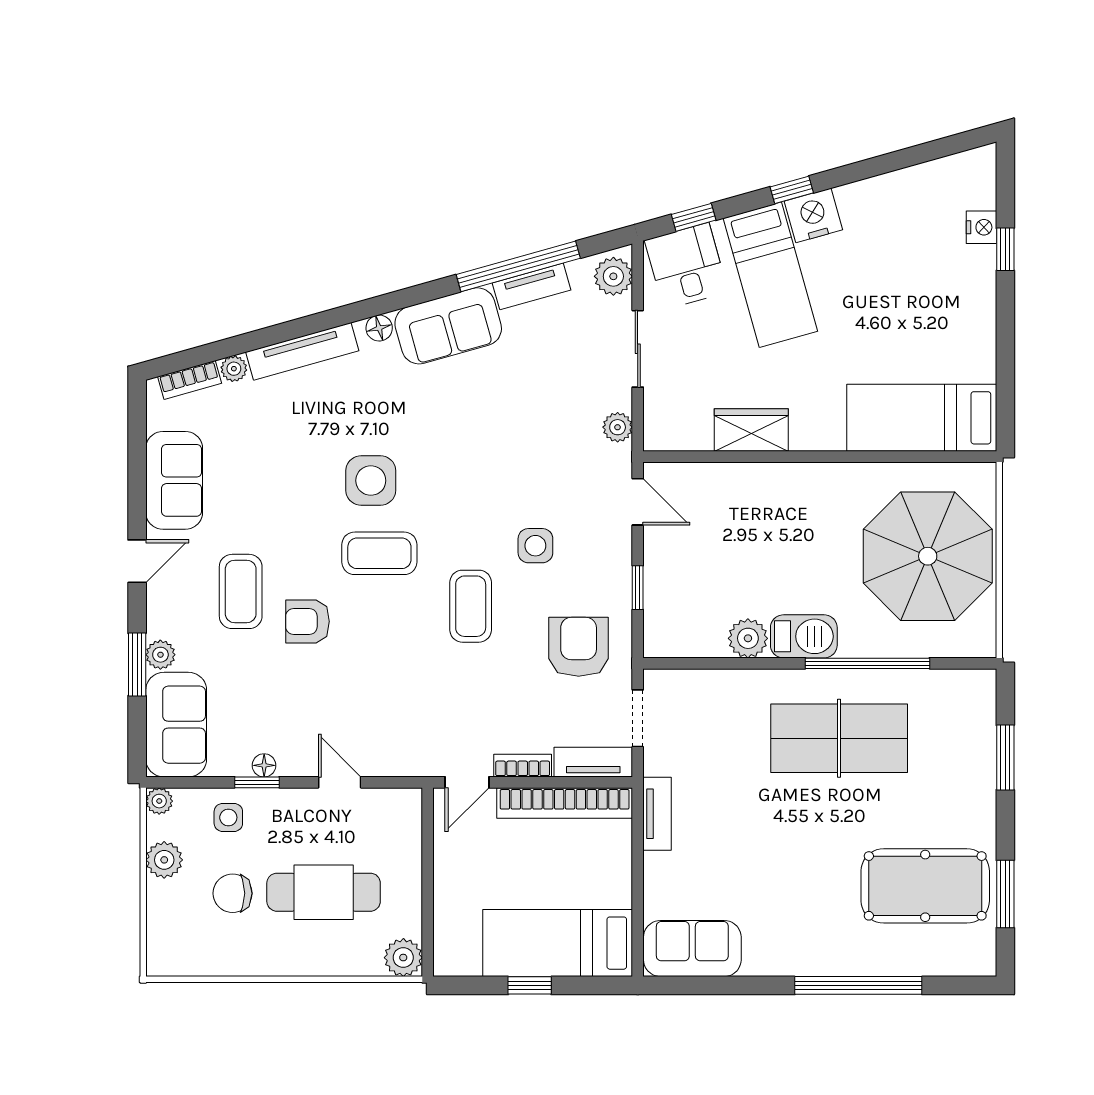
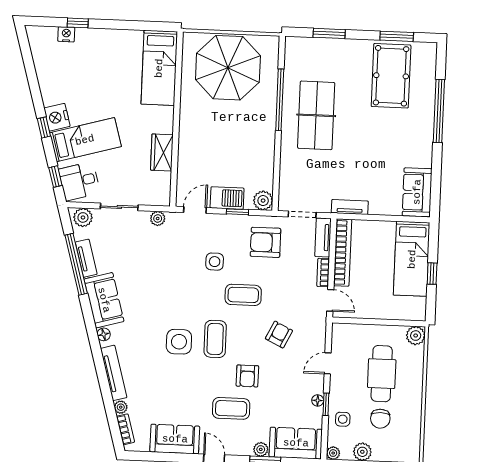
barbecue: (804, 636) -> (227, 198), moved, turned 90
plant: (748, 638) -> (263, 201), moved
armchair: (394, 682) -> (279, 335), added

